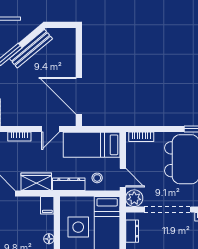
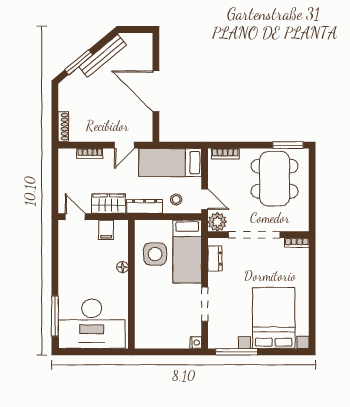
door: (79, 96) -> (156, 91), moved
filing cabinet: (47, 205) -> (106, 230), moved

